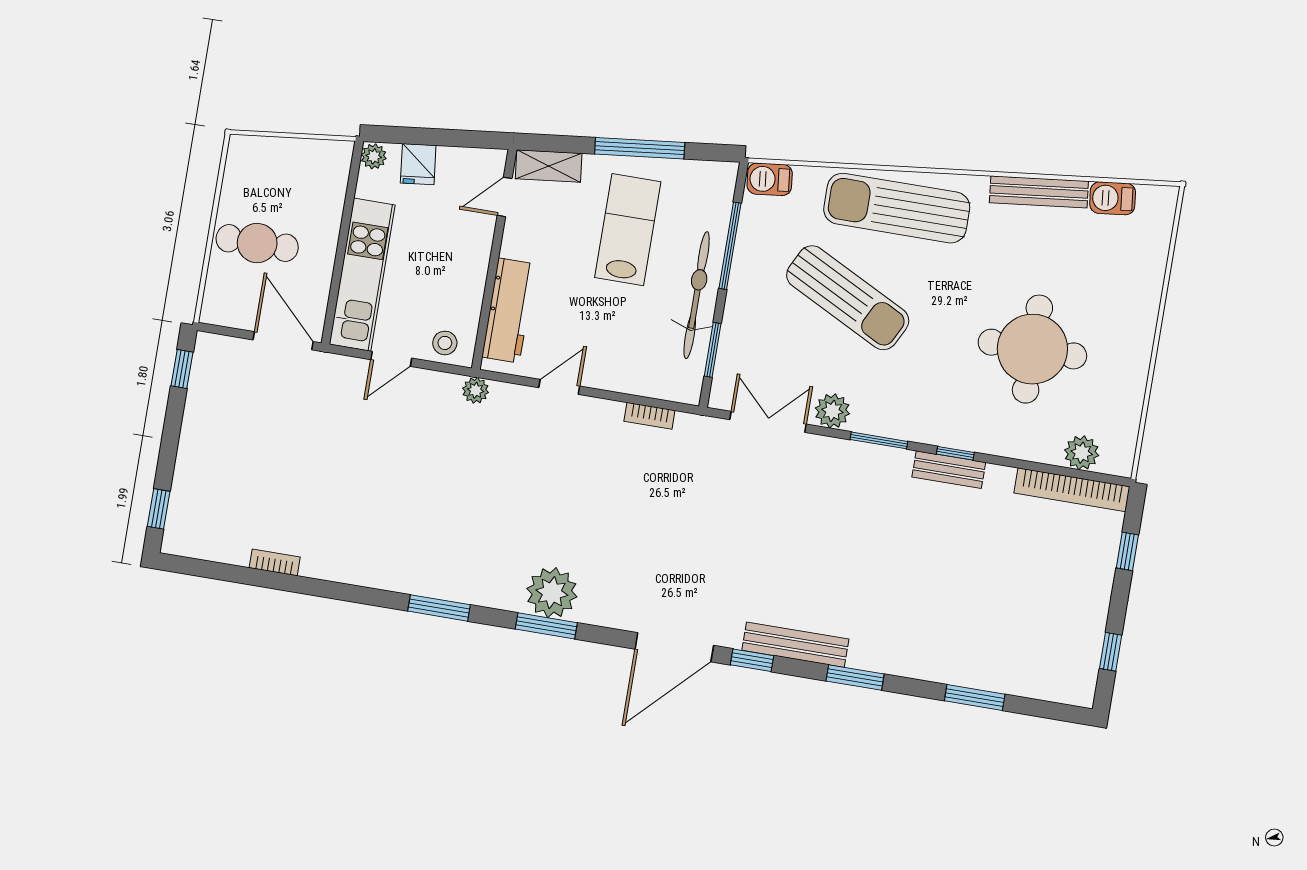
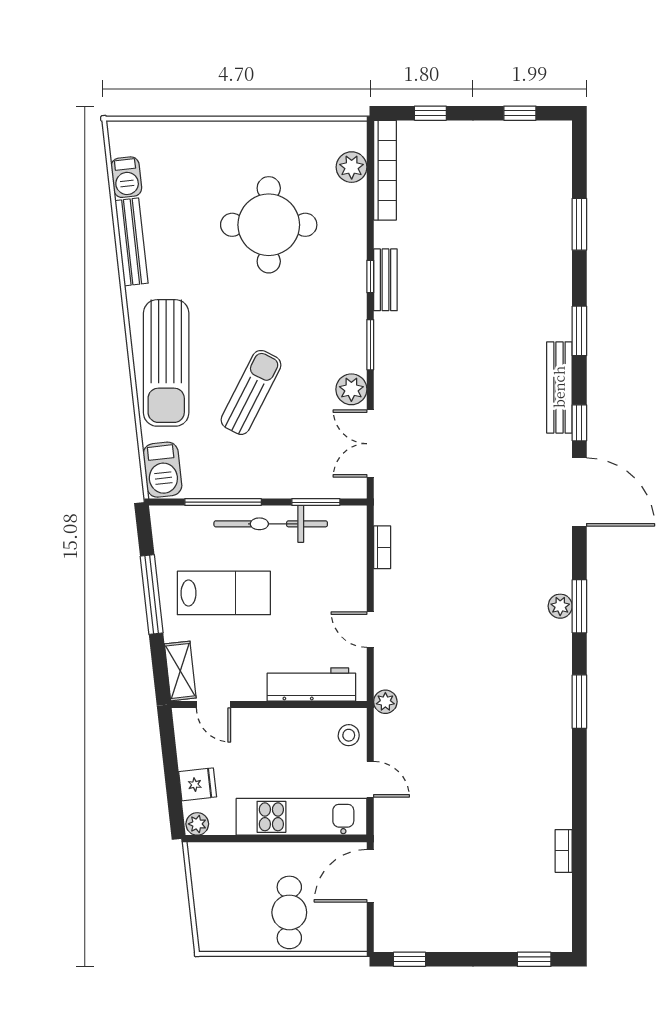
barbecue: (770, 179) -> (162, 470), width x1.38, depth x1.27
lab bench: (628, 230) -> (224, 593), turned 180
sun lounger: (848, 298) -> (251, 392), width x0.73, depth x0.75
plant: (552, 593) -> (560, 606), width x0.53, depth x0.53

